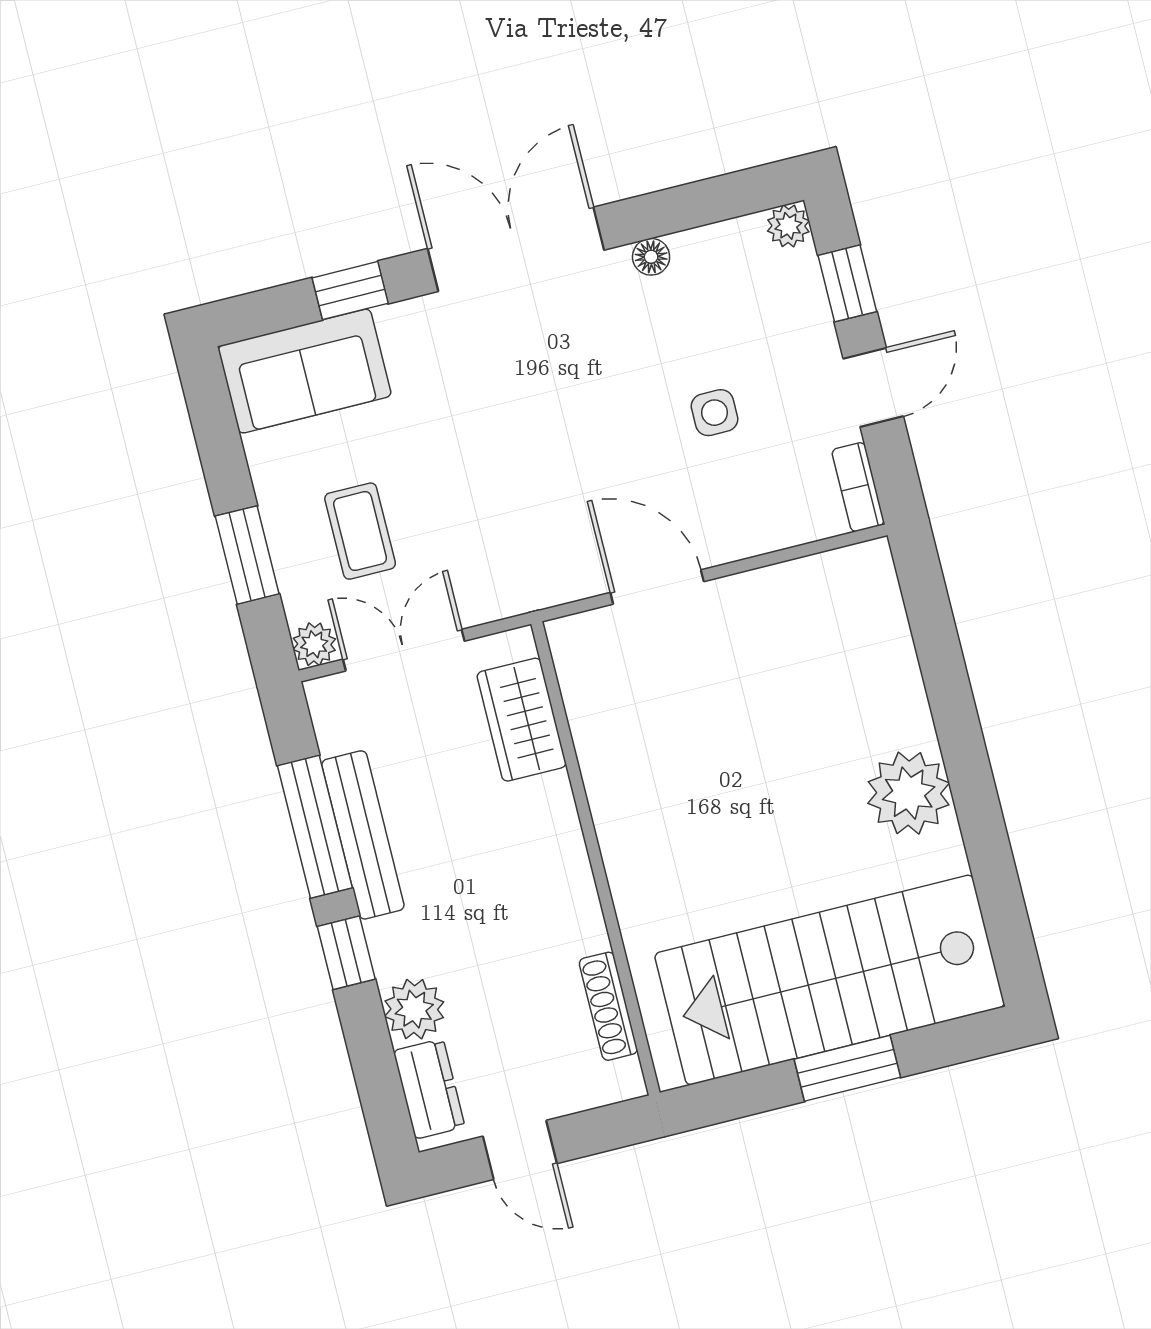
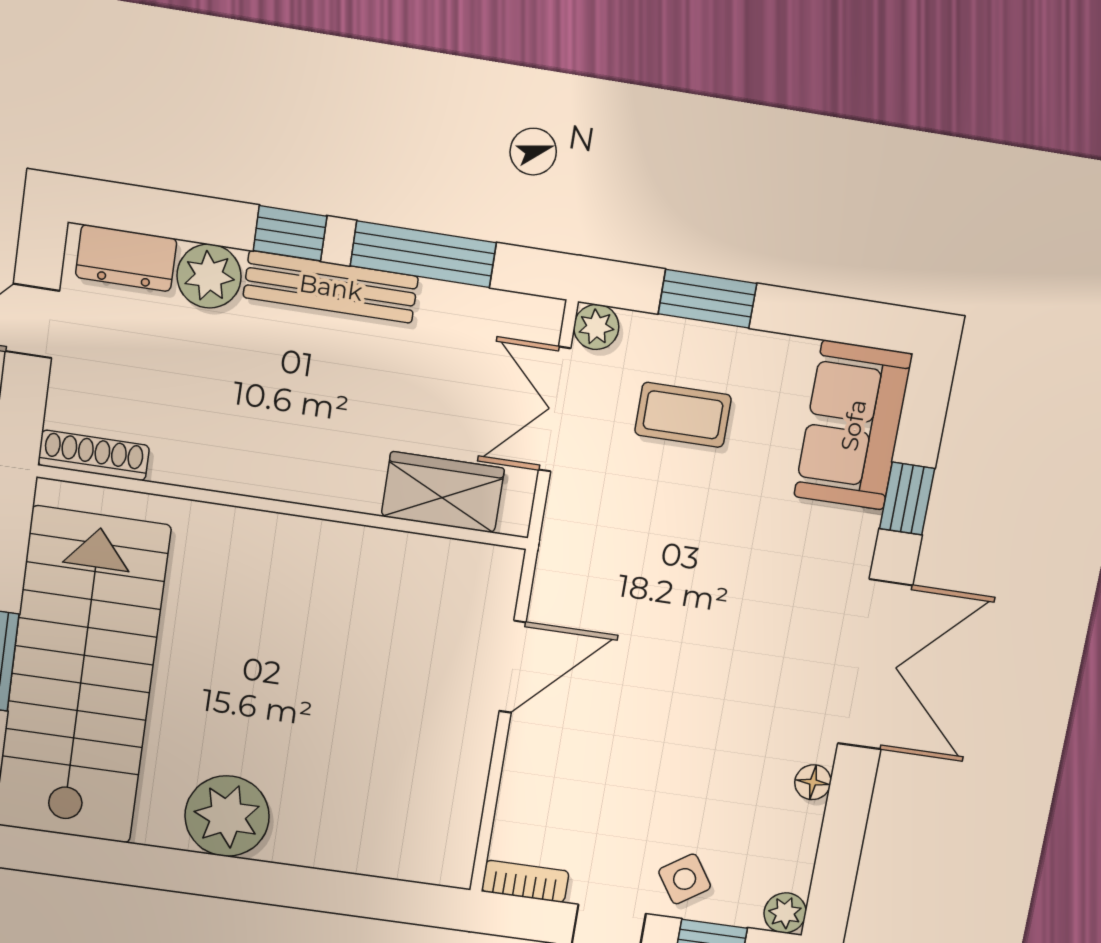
side table: (715, 413) -> (685, 879), moved, turned -34
double door: (404, 650) -> (555, 409), swing flipped
bench: (363, 835) -> (331, 287), moved
shoe rack: (608, 1006) -> (94, 455), moved

